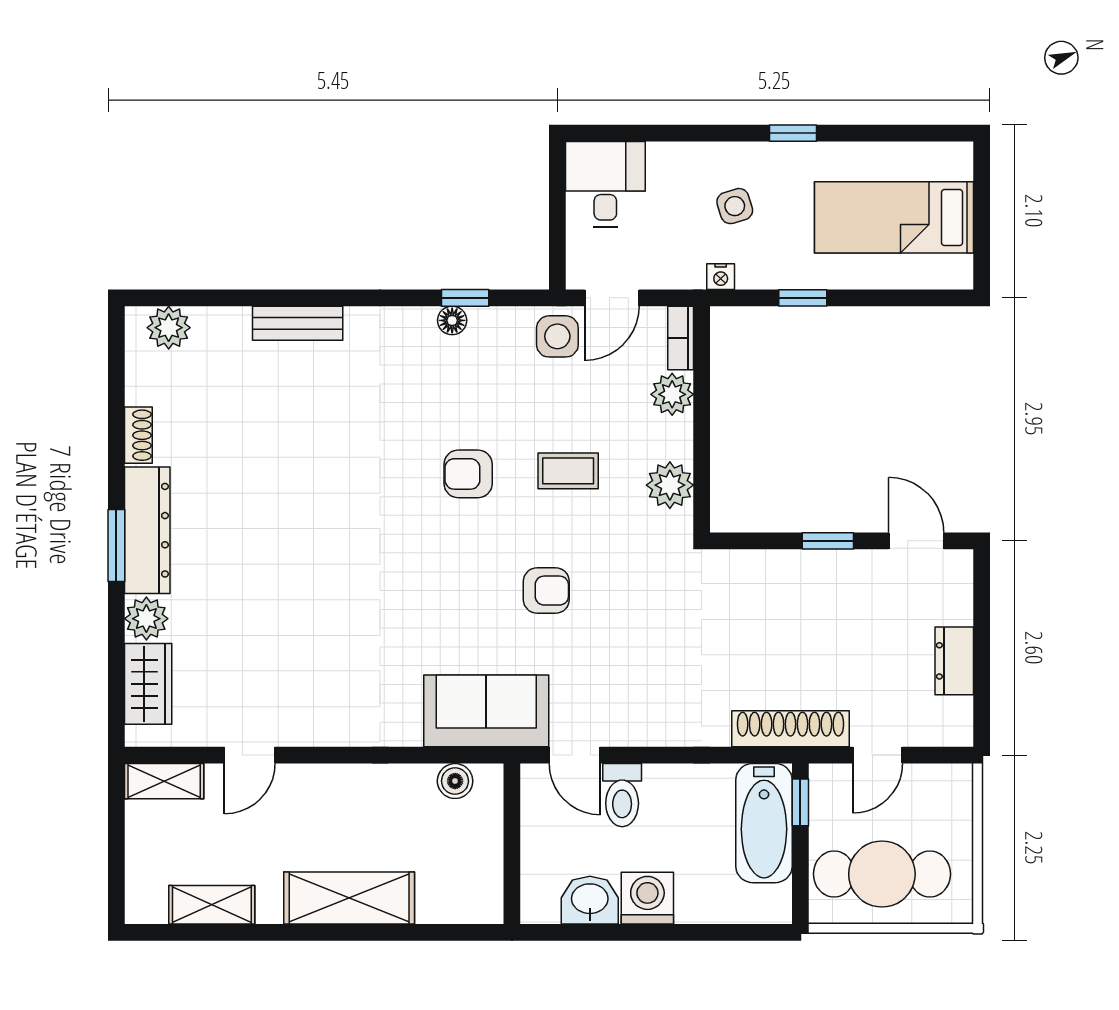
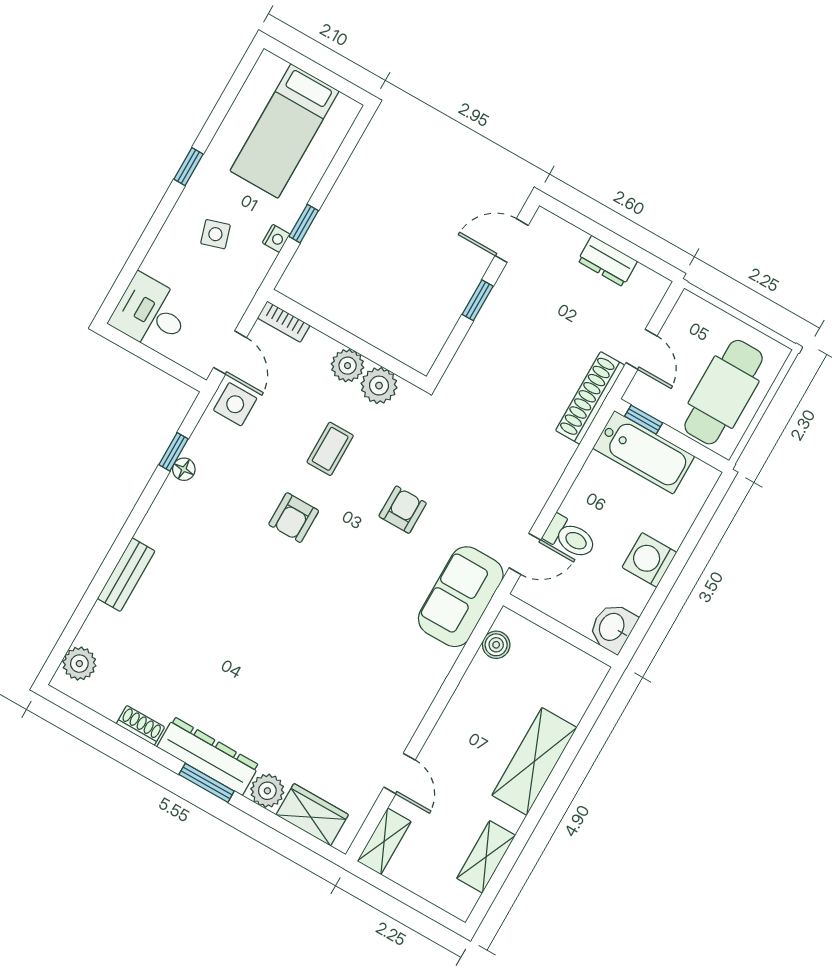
nightstand: (721, 277) -> (276, 238), moved
plant: (672, 394) -> (348, 366), moved
washbasin: (590, 900) -> (613, 627), moved

